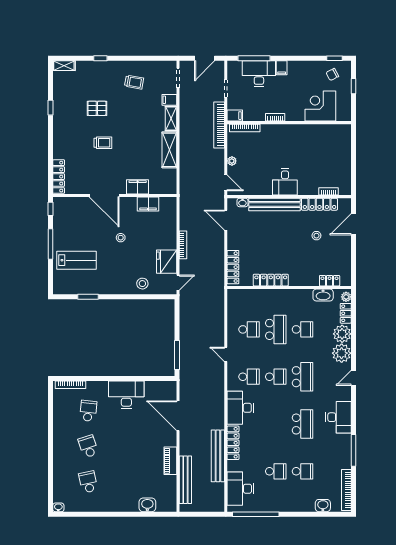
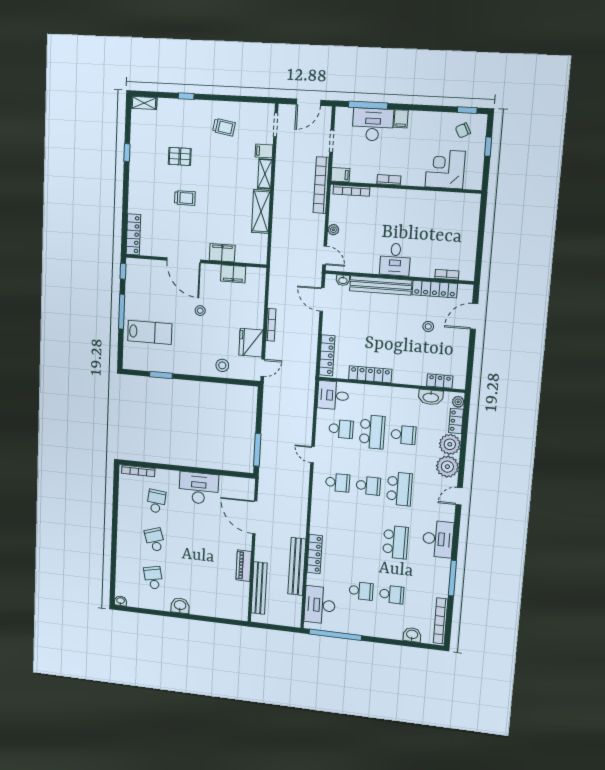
desk: (240, 408) -> (333, 395), moved, width x0.73
washbasin: (147, 505) -> (180, 606), moved

